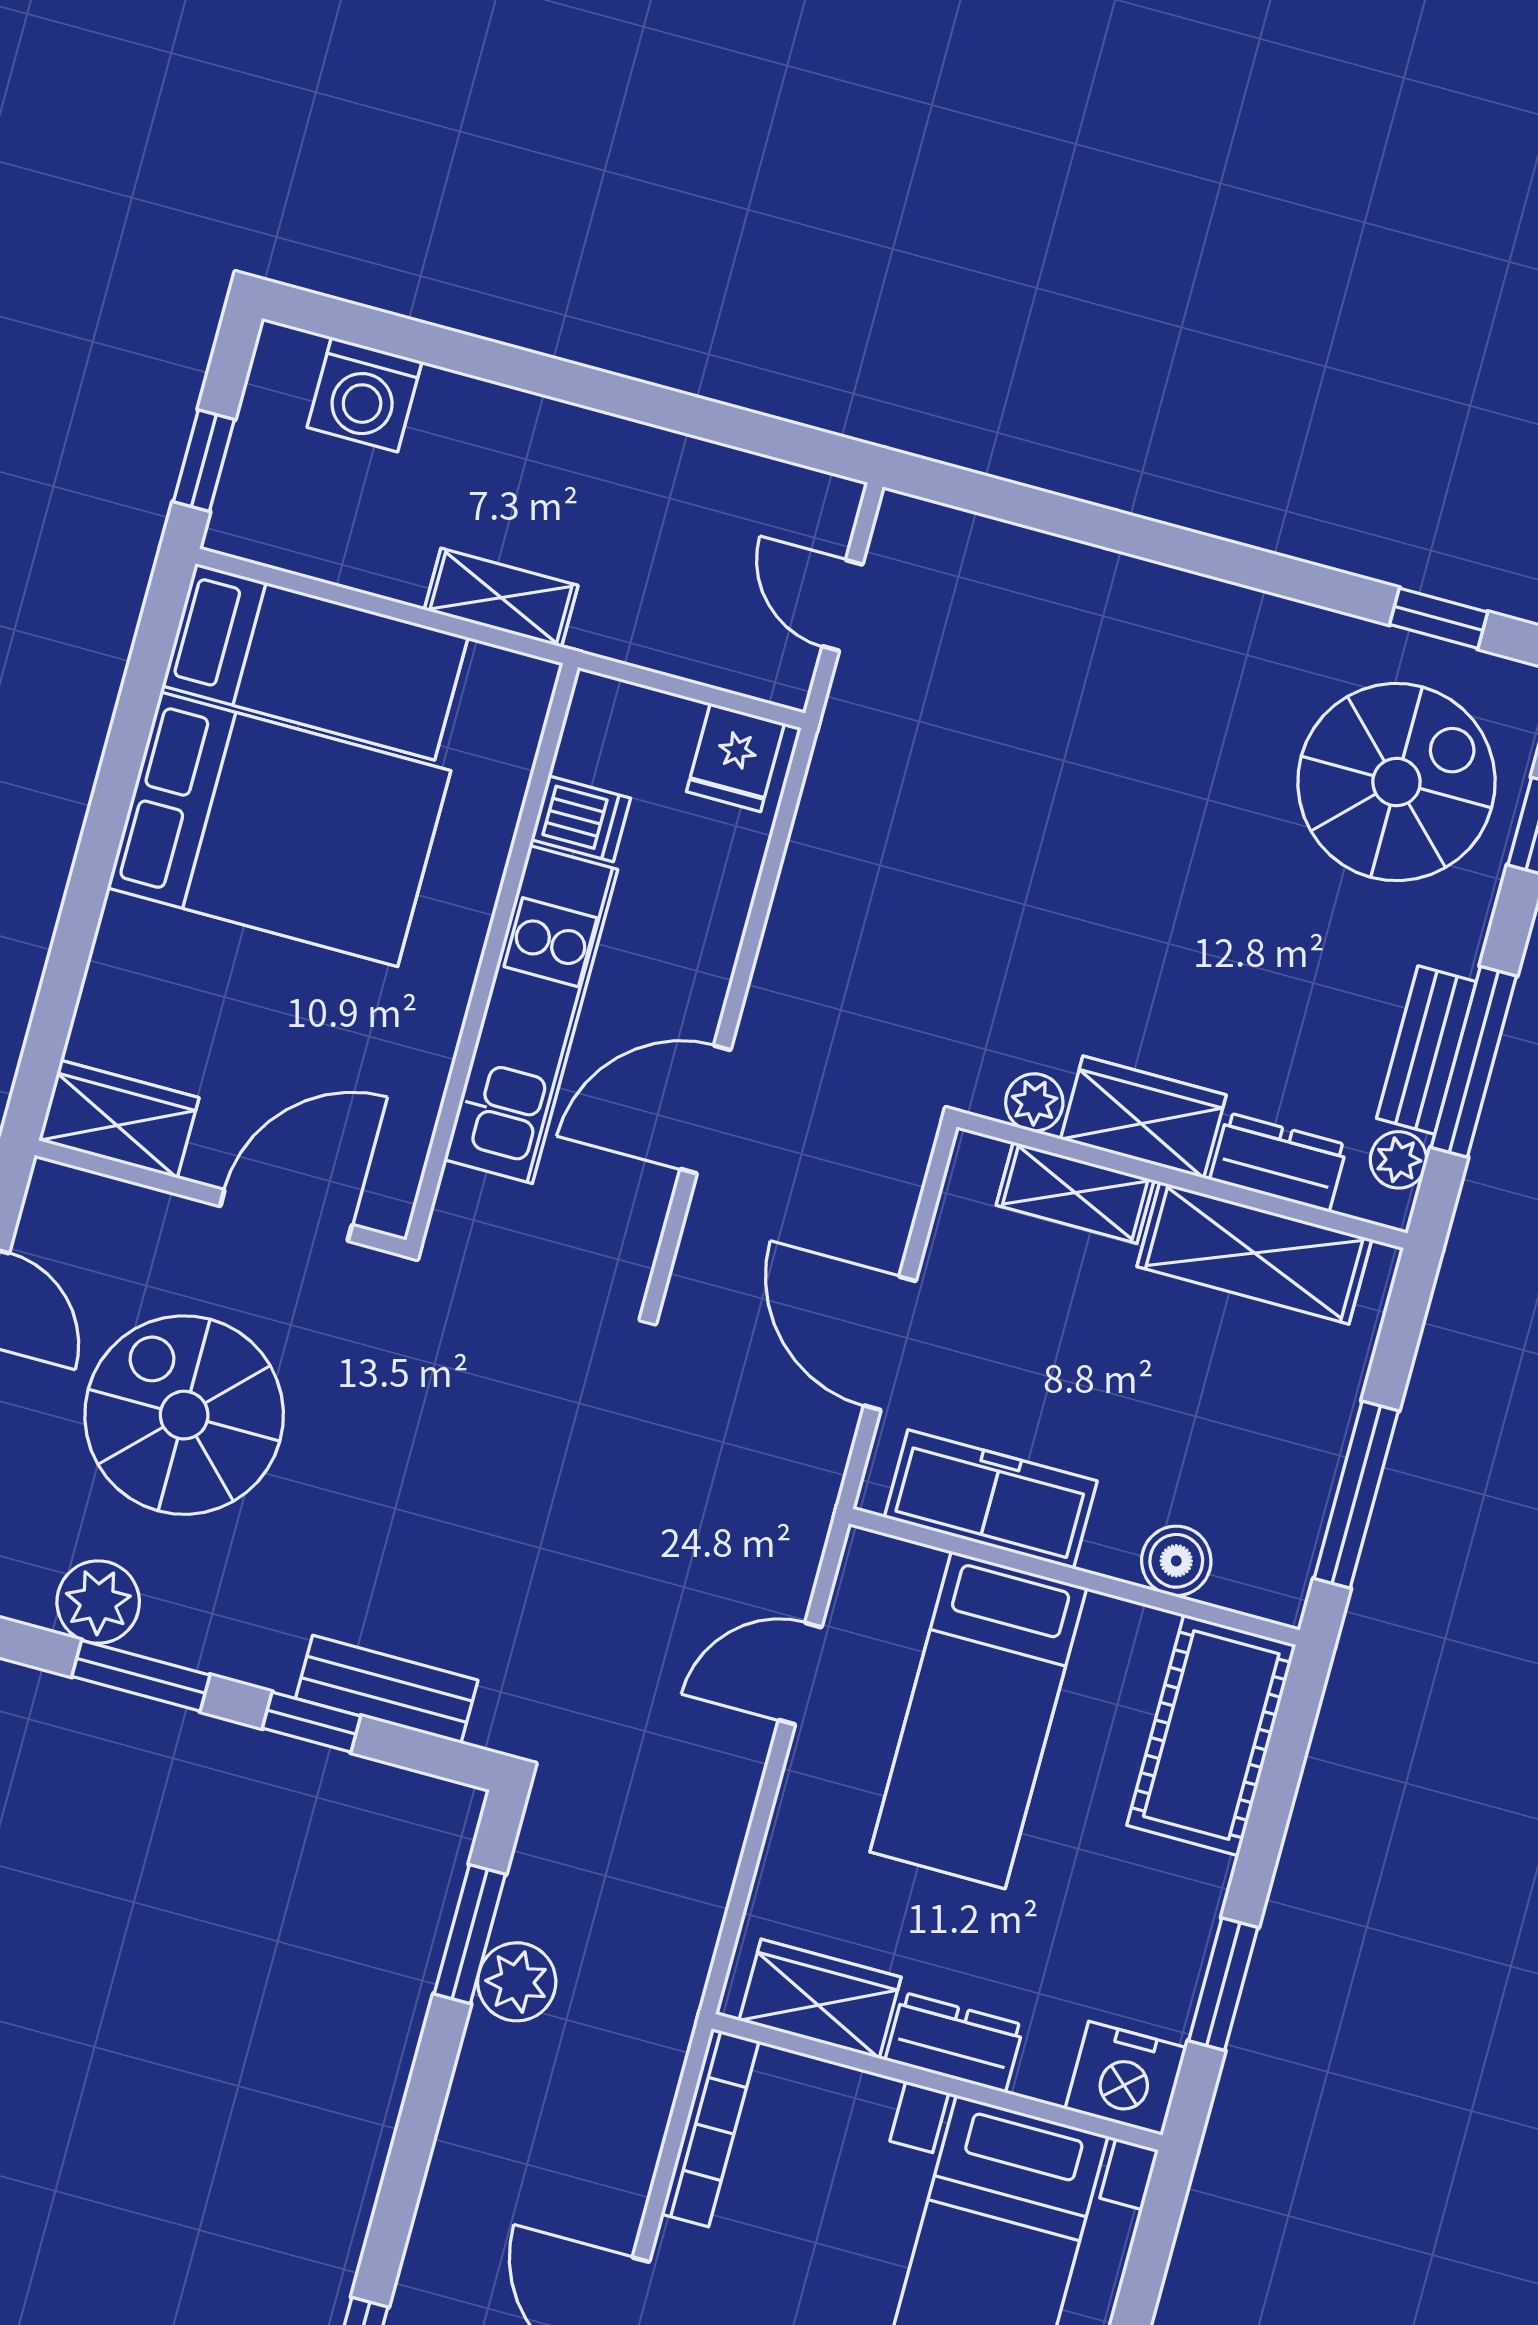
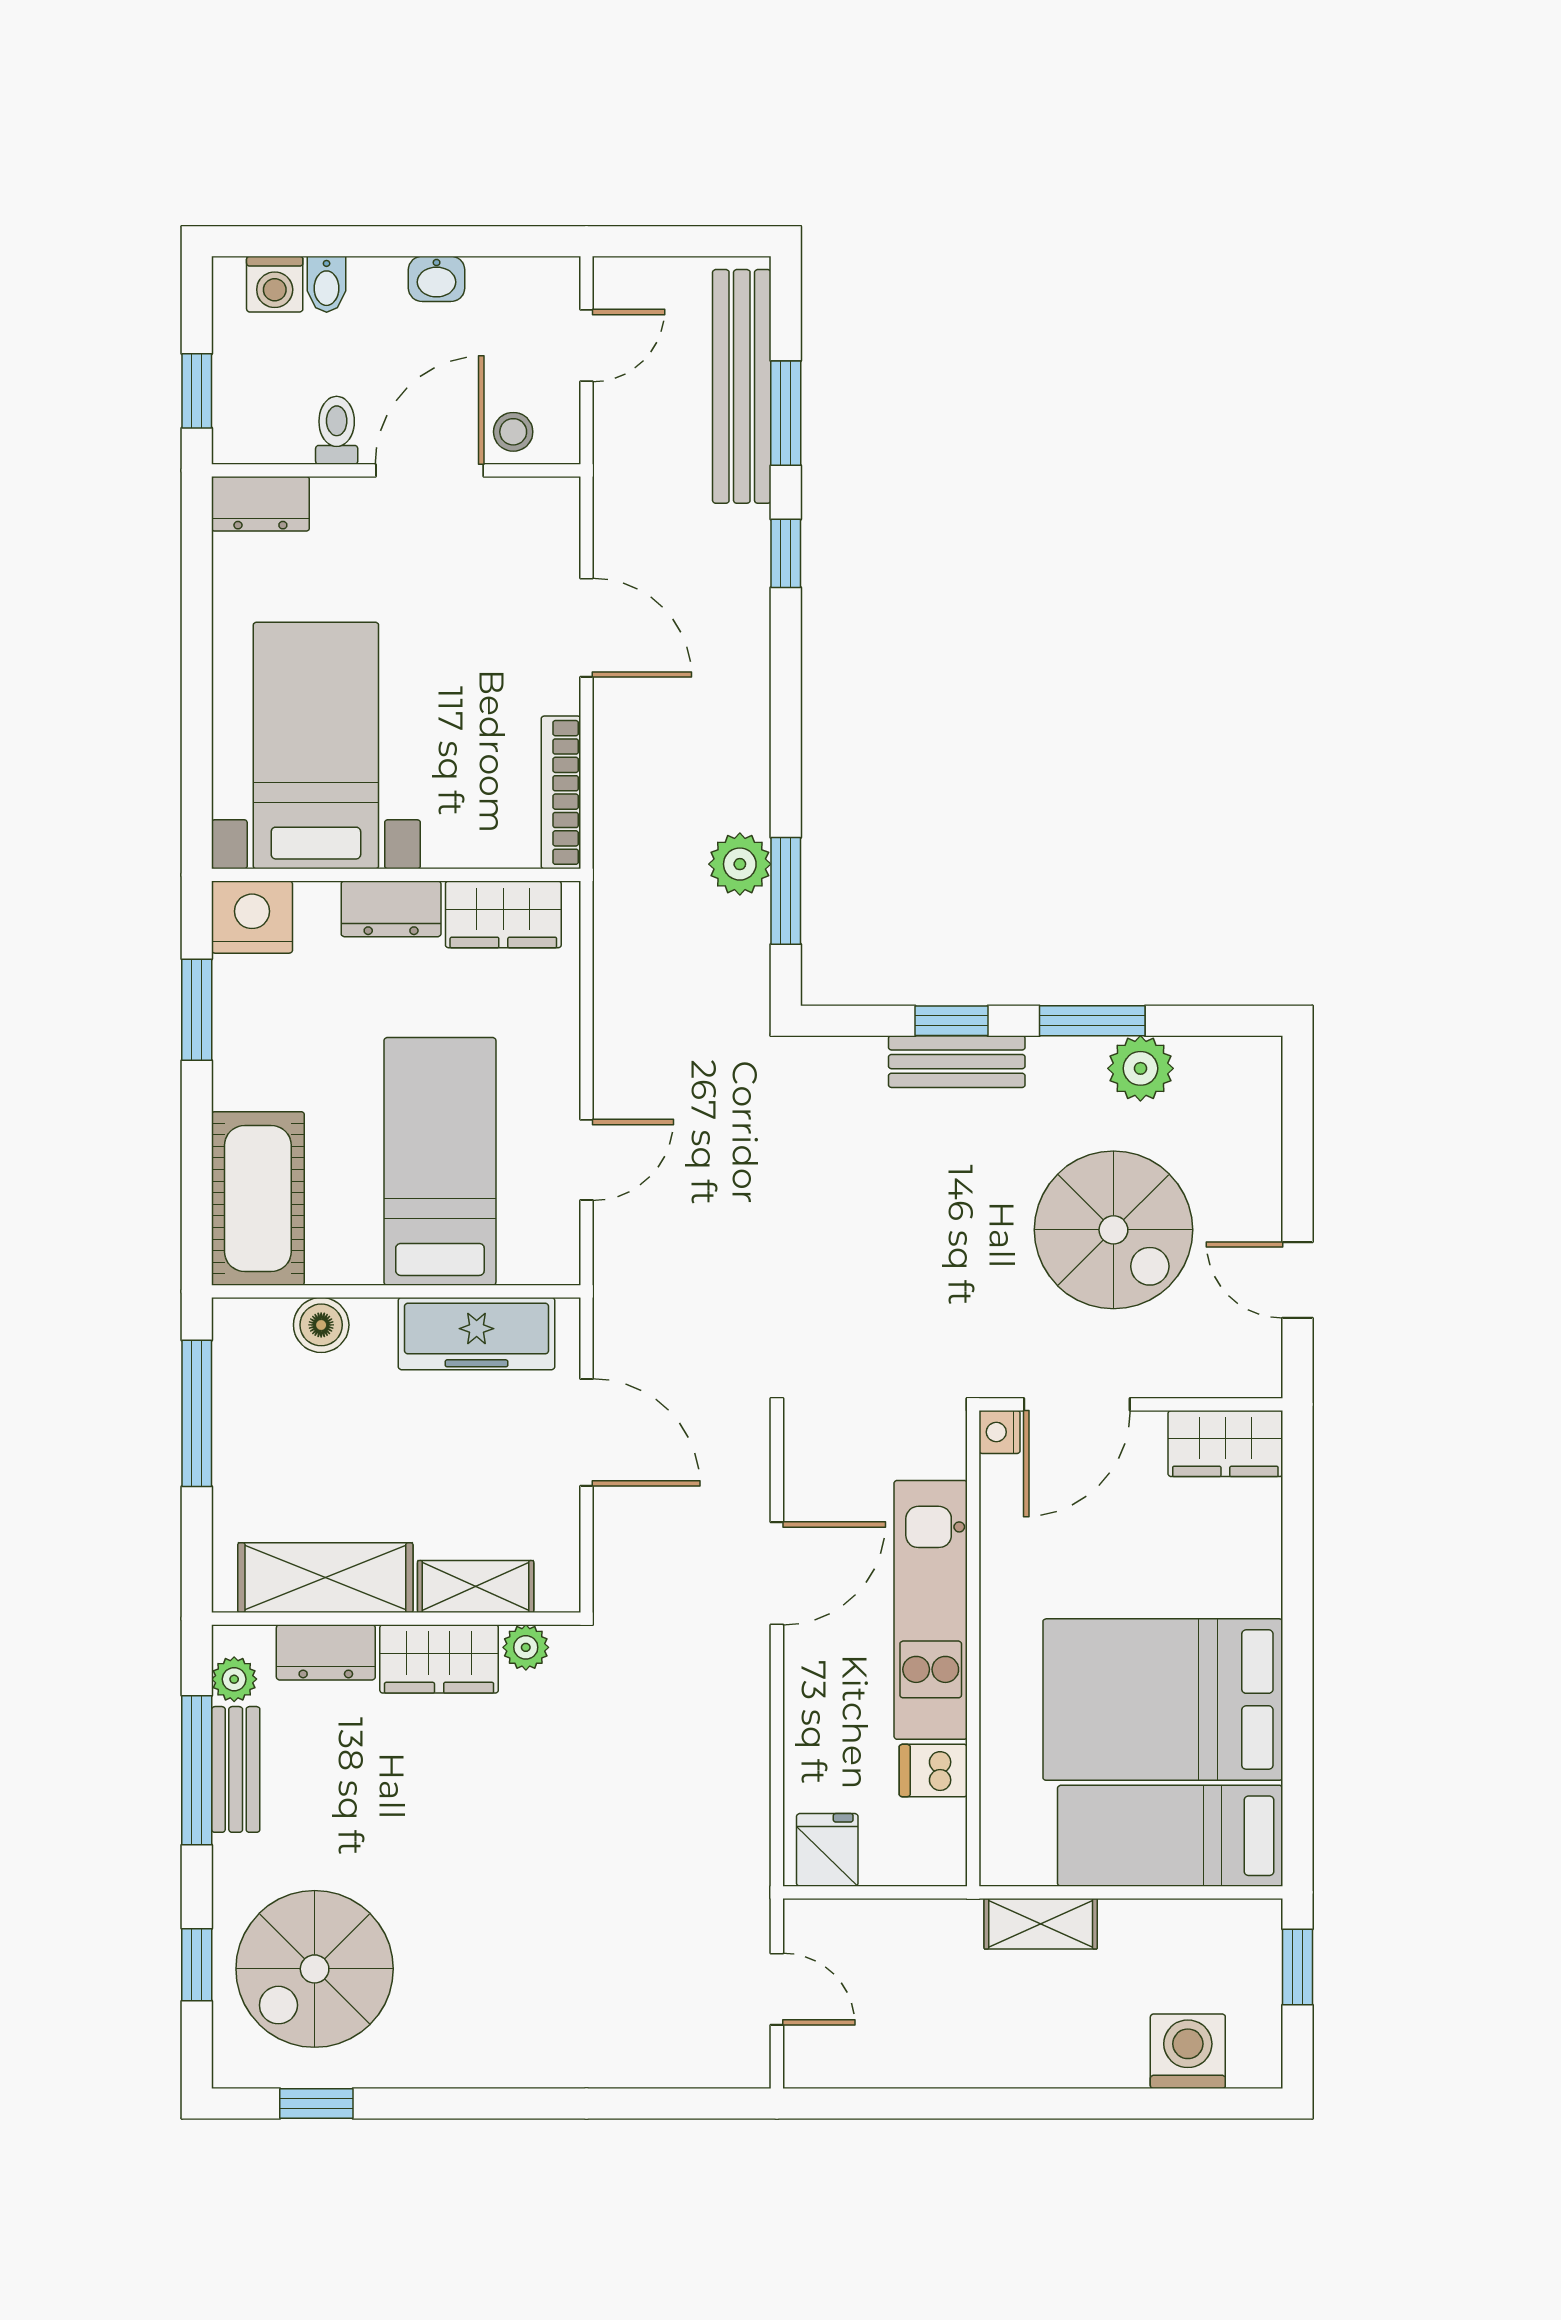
nightstand: (389, 1208) -> (1000, 1432), added
bench: (387, 1689) -> (957, 1062), moved

